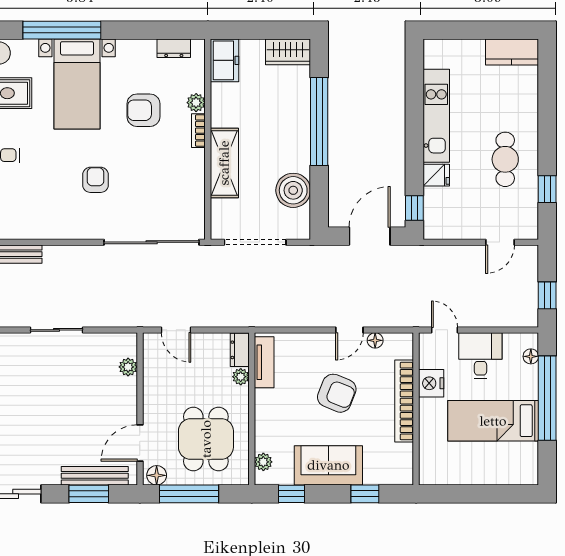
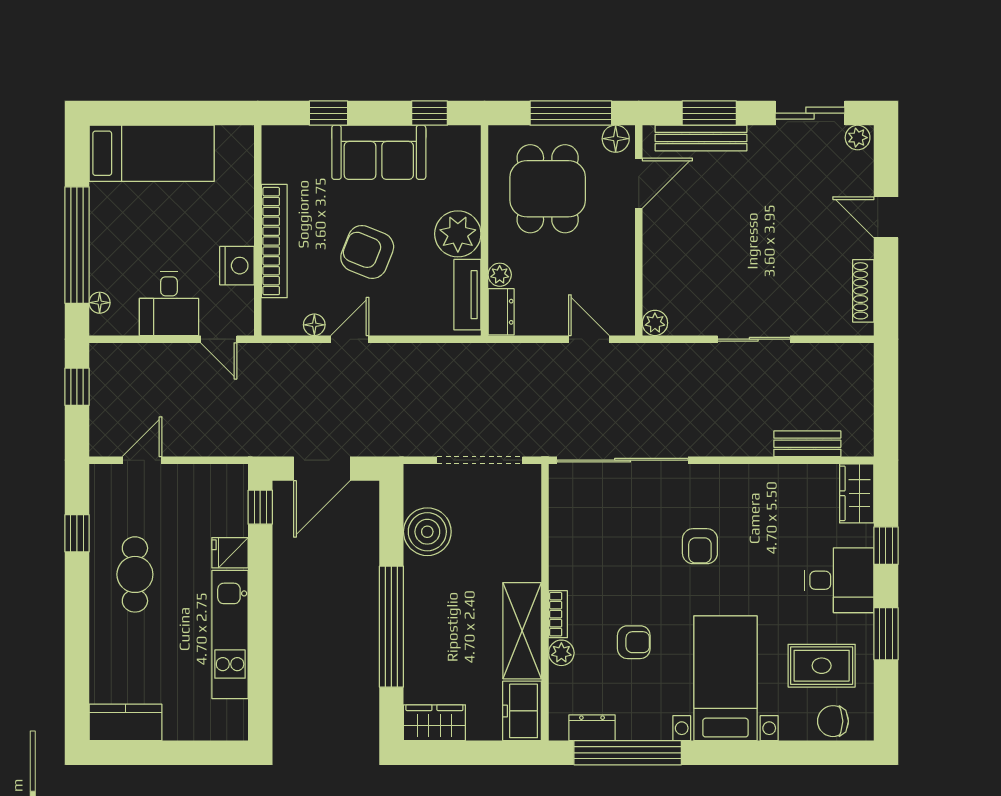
window: (62, 30) -> (628, 753), moved
armchair: (143, 110) -> (634, 642), width x0.72, depth x0.72
shelving: (224, 163) -> (522, 631), moved
plant: (128, 367) -> (655, 323), moved
bed: (493, 421) -> (152, 153), moved
plant: (263, 462) -> (458, 234), moved, width x1.88, depth x1.88

